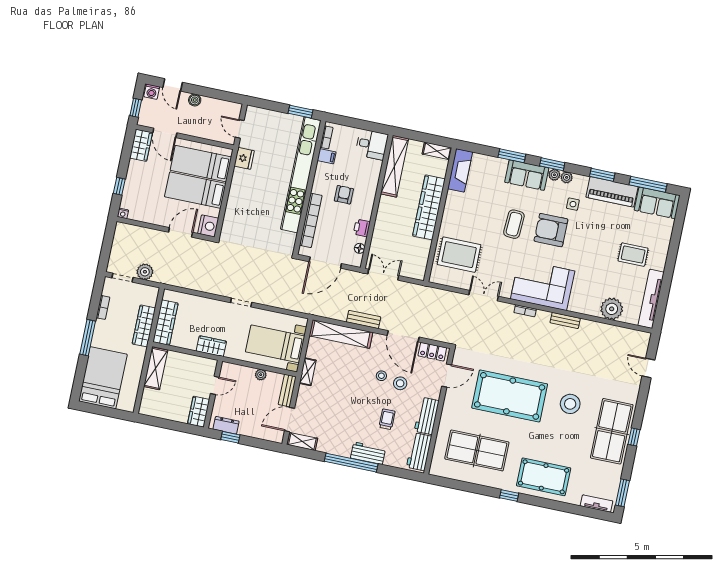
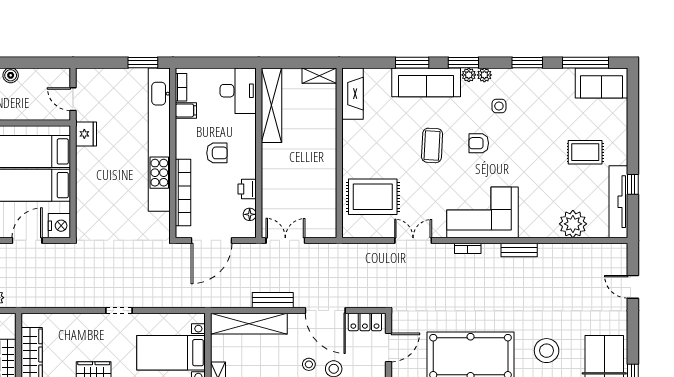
desk: (372, 144) -> (238, 91), width x1.37
sofa: (527, 175) -> (426, 82), width x1.36
piano: (612, 192) -> (543, 81), removed
armchair: (344, 195) -> (217, 153), turned 90
wardrobe: (429, 207) -> (324, 147), removed
armchair: (551, 230) -> (479, 143), width x0.53, depth x0.53
window: (665, 288) -> (633, 184), added

